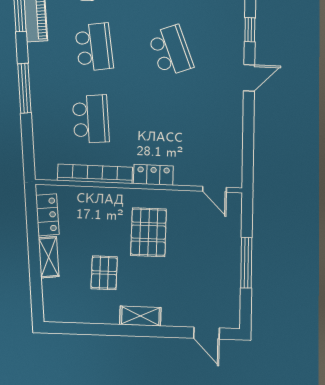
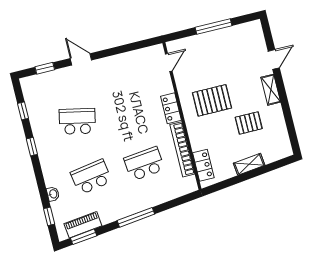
school desk: (171, 51) -> (77, 121), turned 33
locker: (47, 215) -> (203, 165), moved, turned 97
door: (207, 333) -> (274, 59), moved

